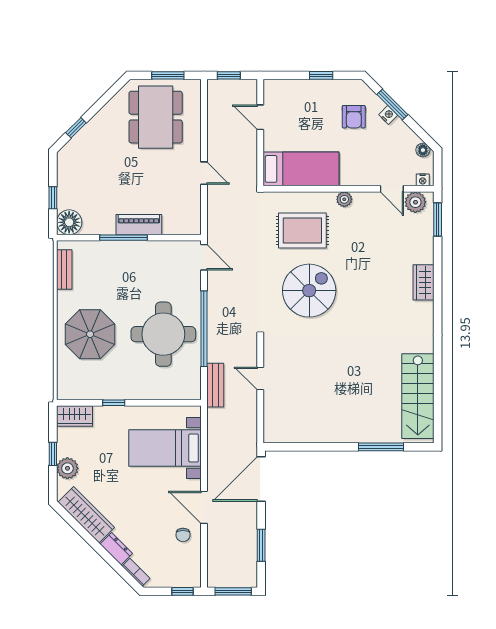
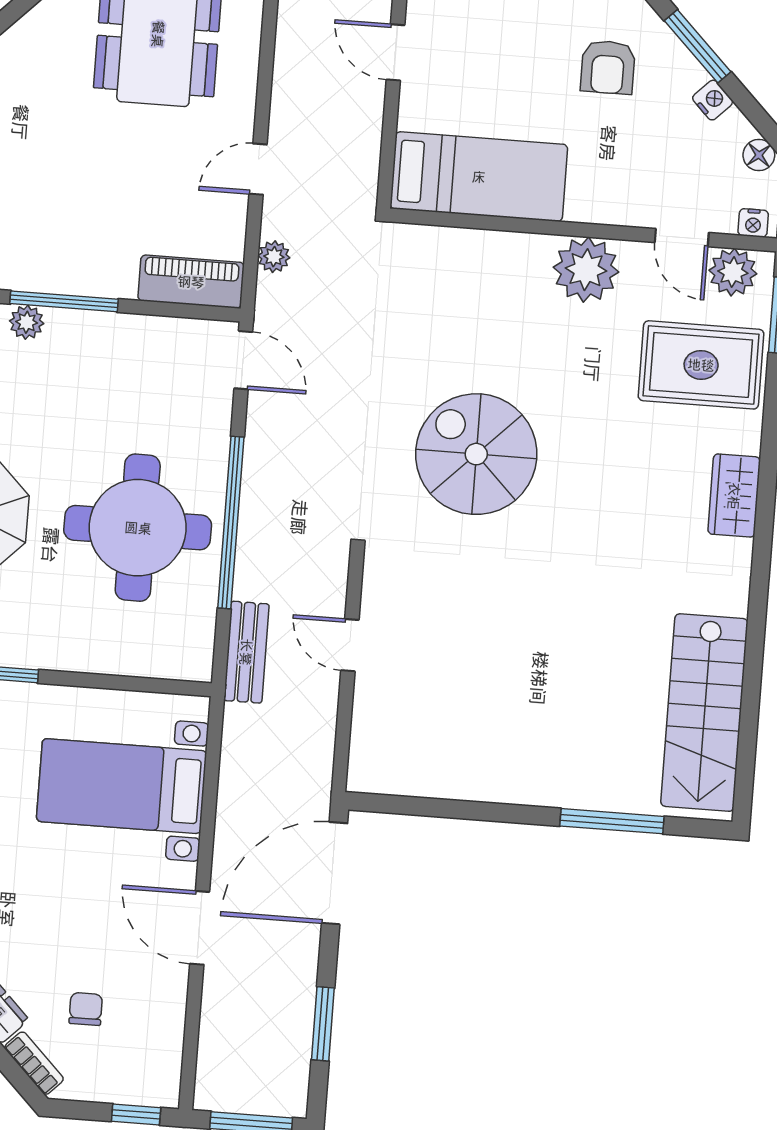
nightstand: (388, 115) -> (713, 100), moved
door: (204, 173) -> (258, 169), swing flipped
plant: (344, 199) -> (586, 270), width x1.88, depth x1.88
plant: (214, 211) -> (274, 257), added
piano: (139, 225) -> (191, 282), moved
rug: (302, 230) -> (701, 365), moved
plant: (108, 248) -> (27, 322), added
wardrobe: (424, 282) -> (734, 496), moved
spiral stairs: (309, 291) -> (476, 454), turned -90
chair: (183, 535) -> (86, 1009), moved, turned 180

